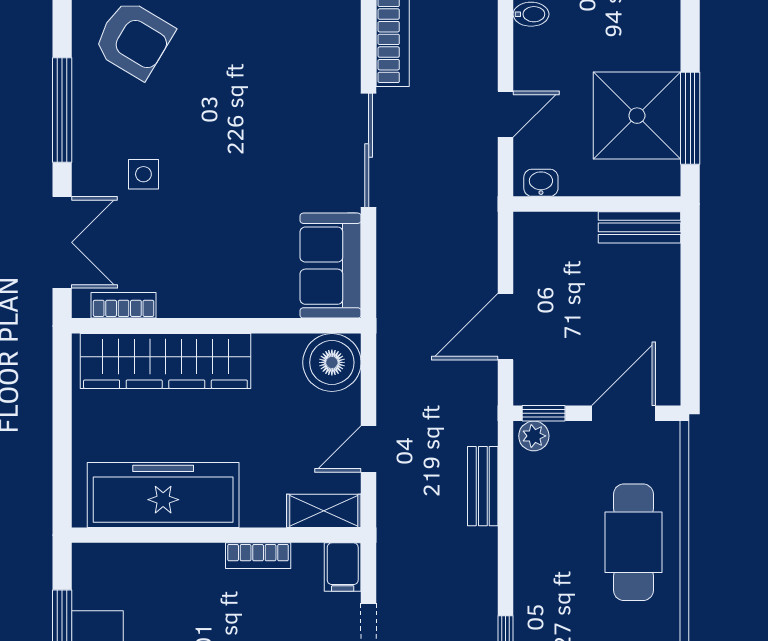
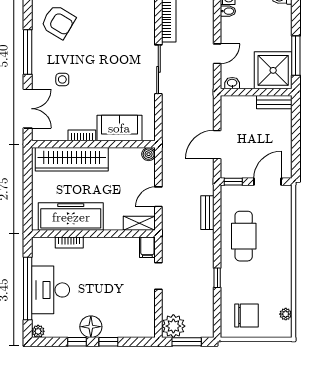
shower: (637, 116) -> (273, 70), moved
sofa: (331, 266) -> (119, 128), moved, turned 90
bookcase: (124, 305) -> (82, 135), moved
boiler: (332, 362) -> (149, 154), width x0.54, depth x0.54
plant: (534, 436) -> (229, 191), removed
cafe table: (633, 542) -> (244, 236), moved
bookcase: (258, 556) -> (69, 242), moved

